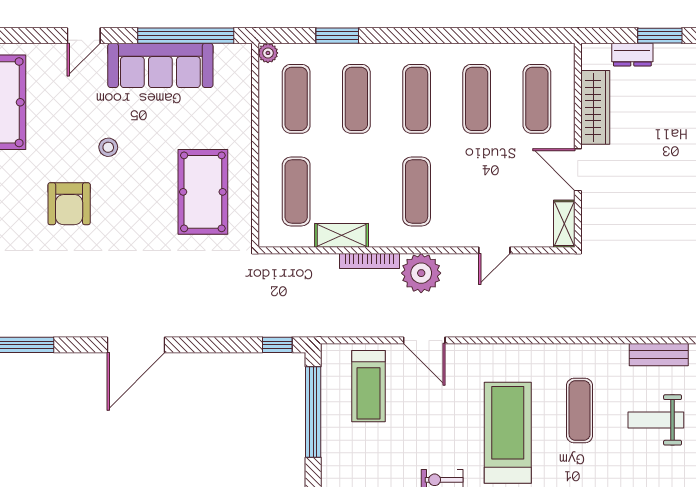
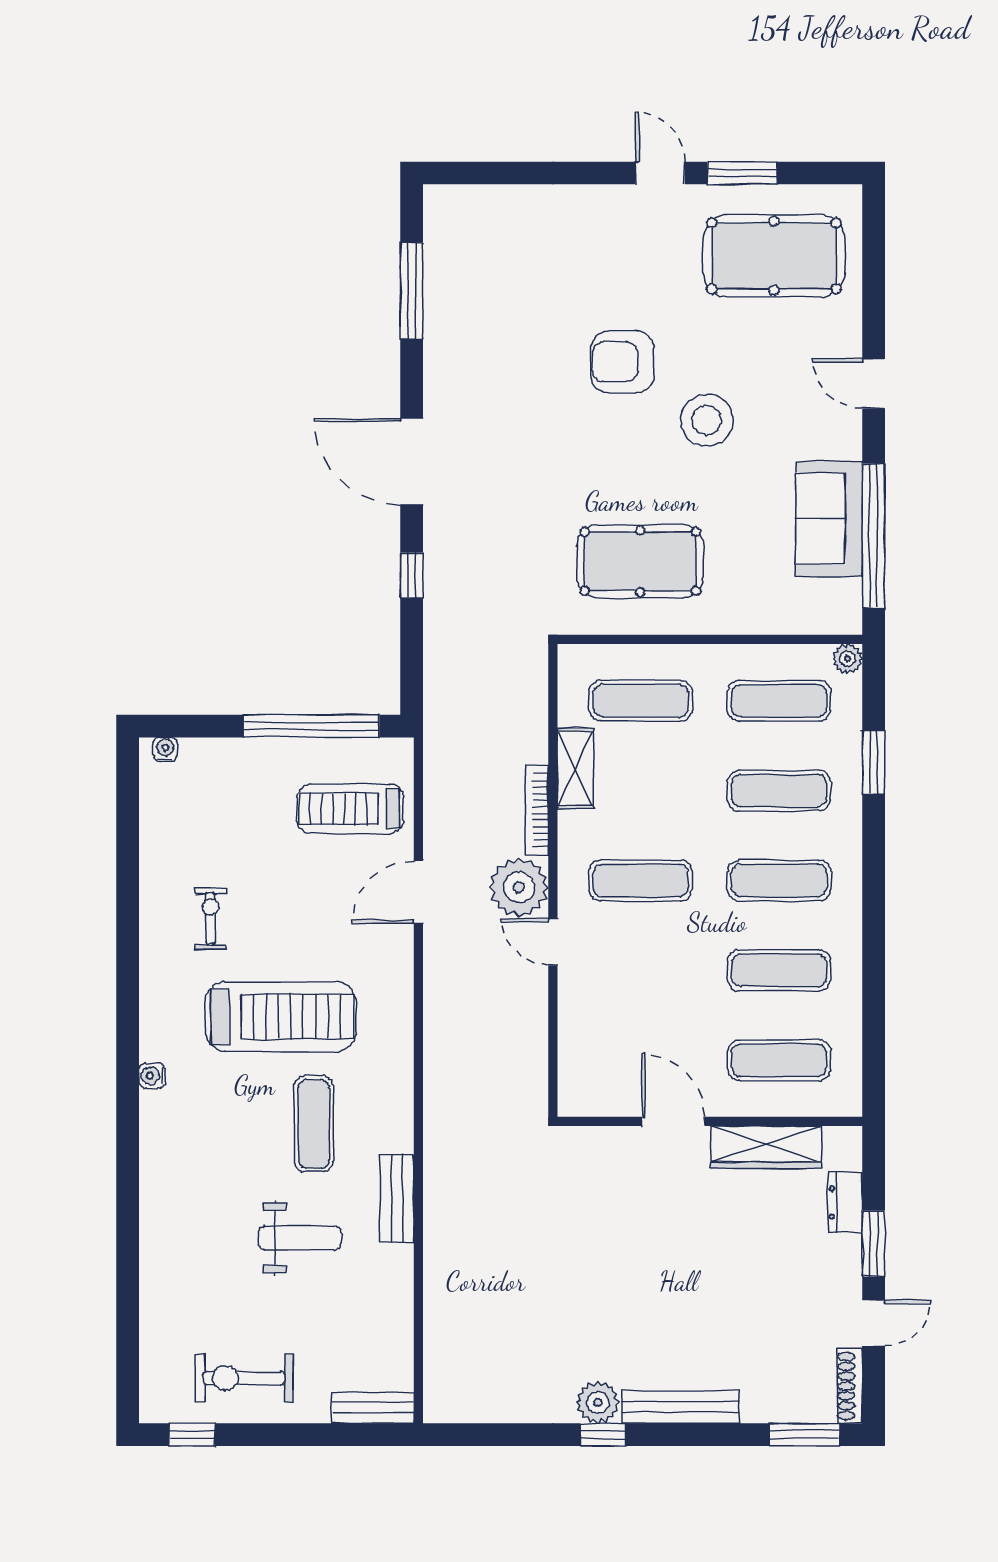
sofa: (160, 65) -> (829, 519), width x0.73
stool: (108, 147) -> (707, 420), width x1.89, depth x1.89
door: (578, 170) -> (673, 1121), hinge flipped
shelving: (564, 224) -> (593, 1101), removed
door: (494, 250) -> (553, 942), moved
window: (277, 345) -> (412, 575), moved
bench: (659, 355) -> (397, 1198), moved
exercise mat: (580, 411) -> (314, 1124), turned 90
weight bench: (656, 420) -> (300, 1238), turned 90

